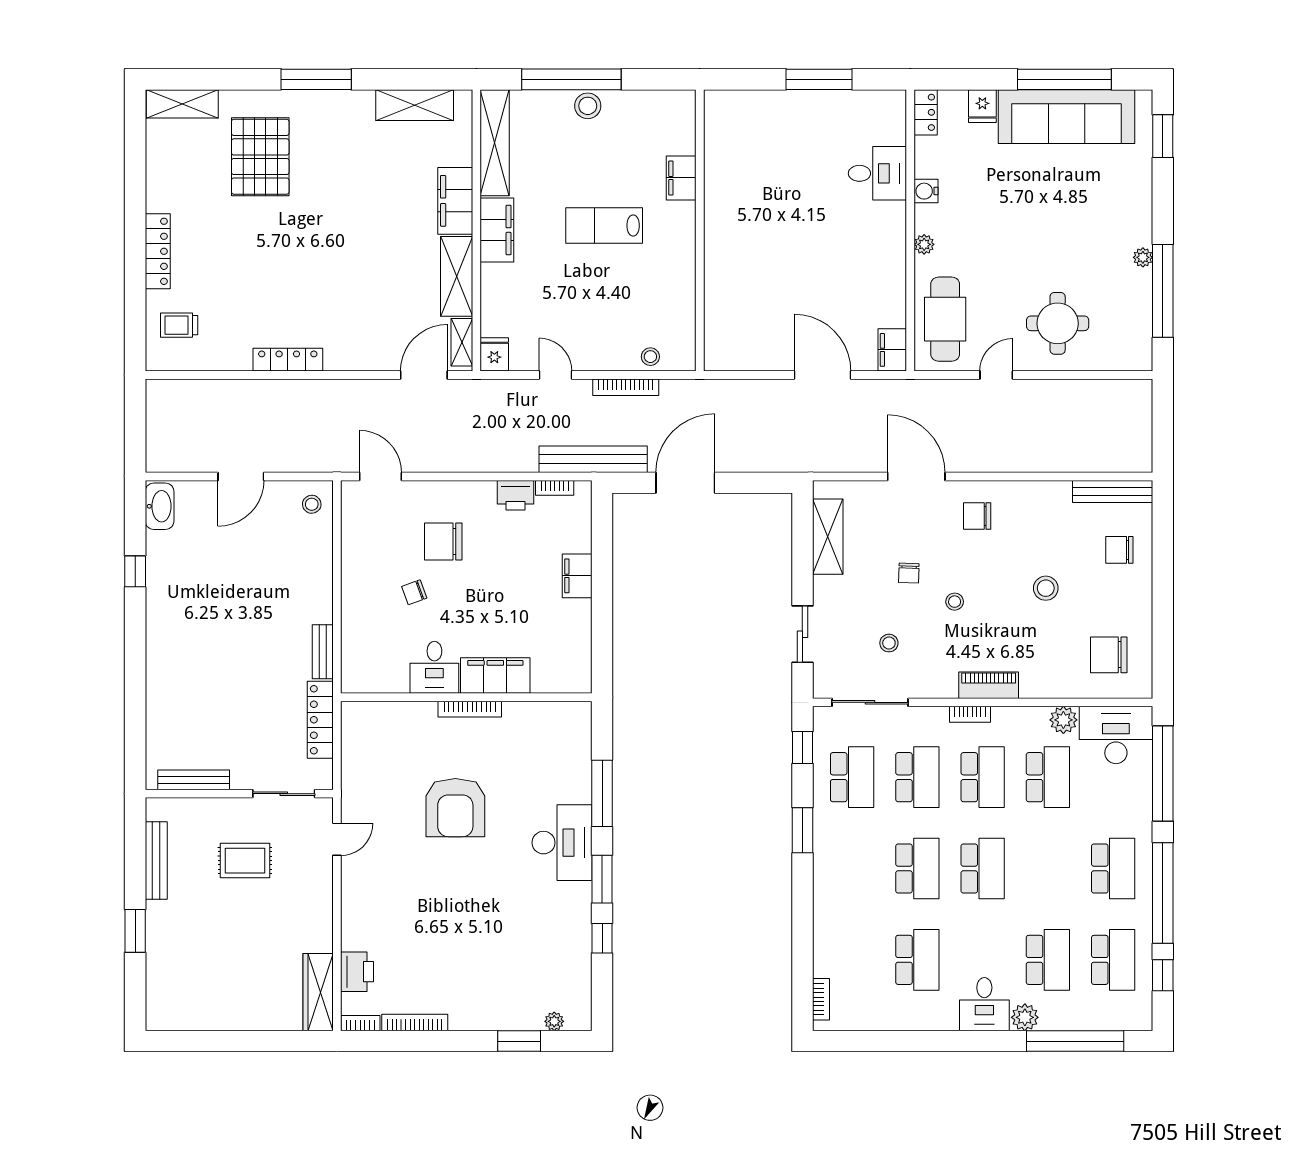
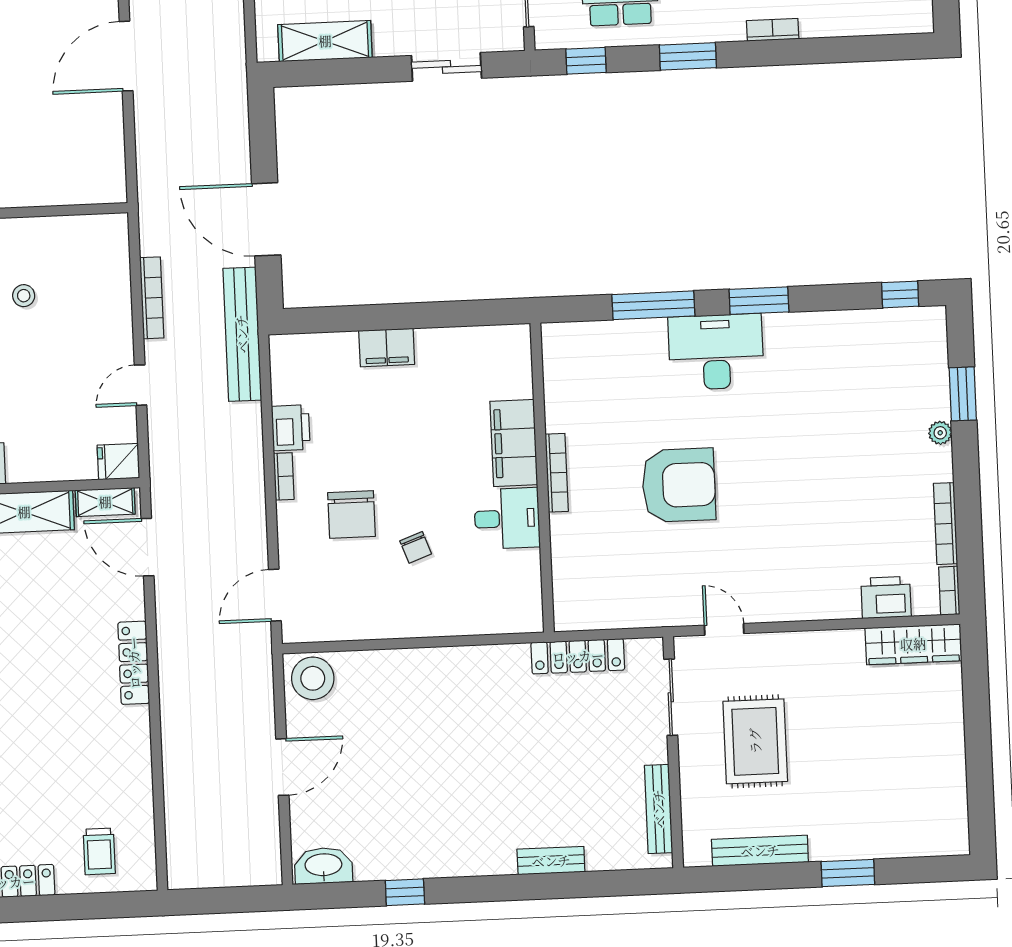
stool: (650, 357) -> (24, 296), moved
locker: (288, 360) -> (134, 663), moved
door: (241, 476) -> (282, 767), hinge flipped
bookcase: (555, 488) -> (284, 476), moved
stool: (312, 504) -> (313, 678), width x1.89, depth x1.89
bench: (323, 652) -> (551, 861), moved
rug: (245, 861) -> (755, 741), width x1.36, depth x1.43
window: (602, 938) -> (900, 294), moved
bookcase: (821, 999) -> (773, 30), moved
plant: (554, 1021) -> (940, 433), moved

